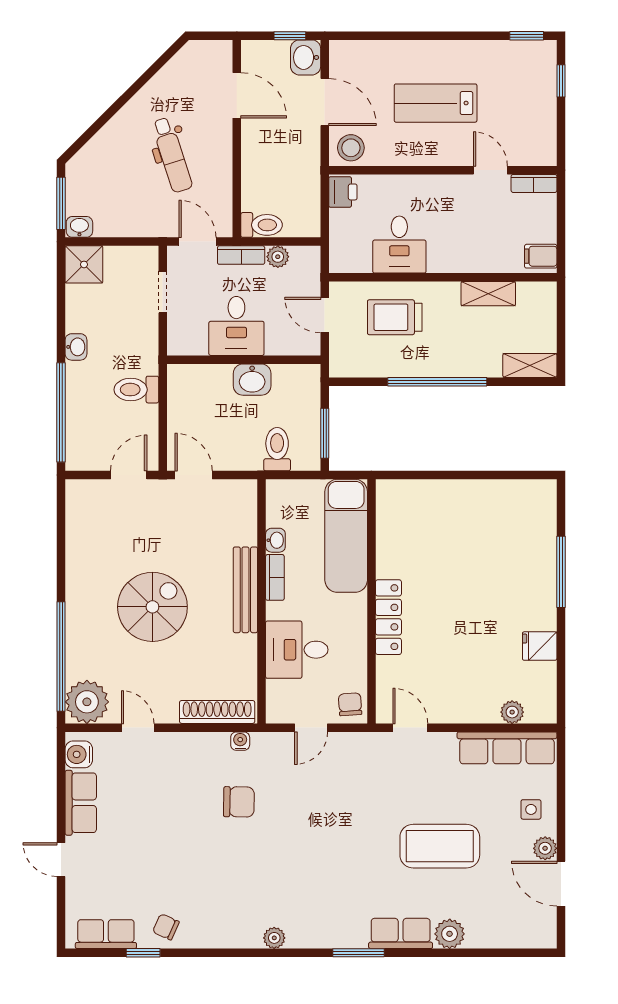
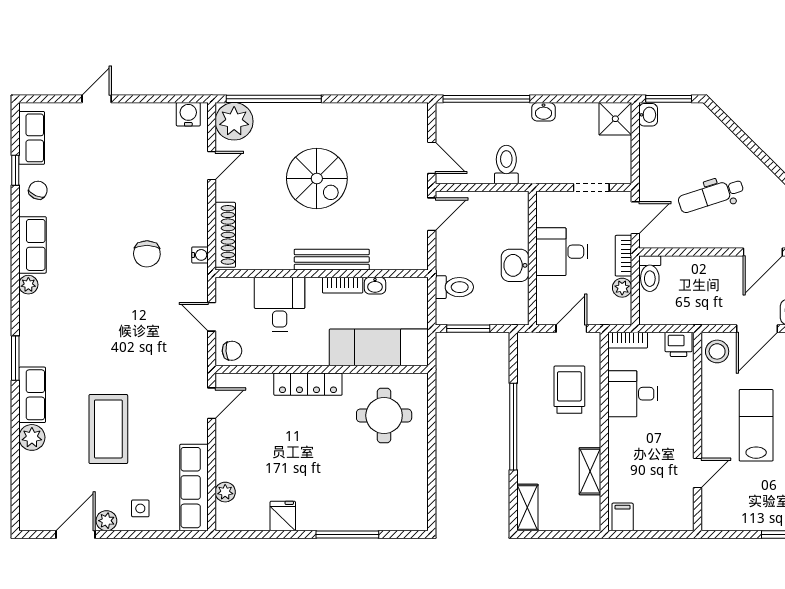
bookcase: (534, 183) -> (628, 340), moved, turned -90
round table: (424, 530) -> (384, 415), added
row of seats: (81, 803) -> (32, 245), moved, turned -90

